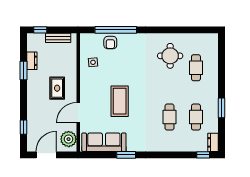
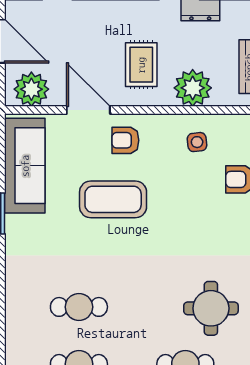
plant: (68, 64) -> (193, 88), added
rug: (57, 88) -> (141, 65), turned 90
armchair: (92, 96) -> (125, 140), added

